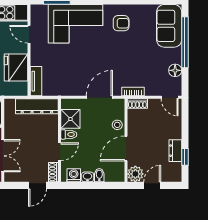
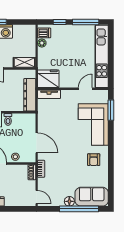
fridge: (16, 68) -> (48, 79), moved
floor lamp: (175, 70) -> (69, 201), moved
door: (170, 97) -> (37, 197), swing flipped
shower: (70, 119) -> (20, 121), removed

